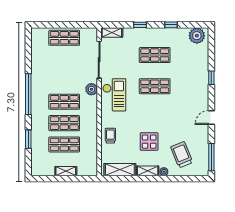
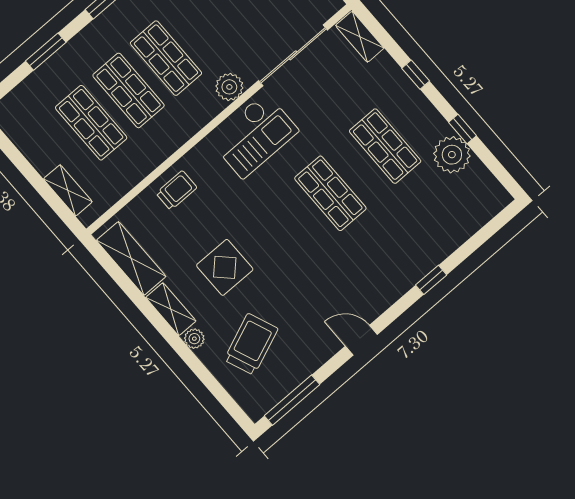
plant: (197, 36) -> (452, 155), moved
shelving: (66, 171) -> (68, 190), moved

